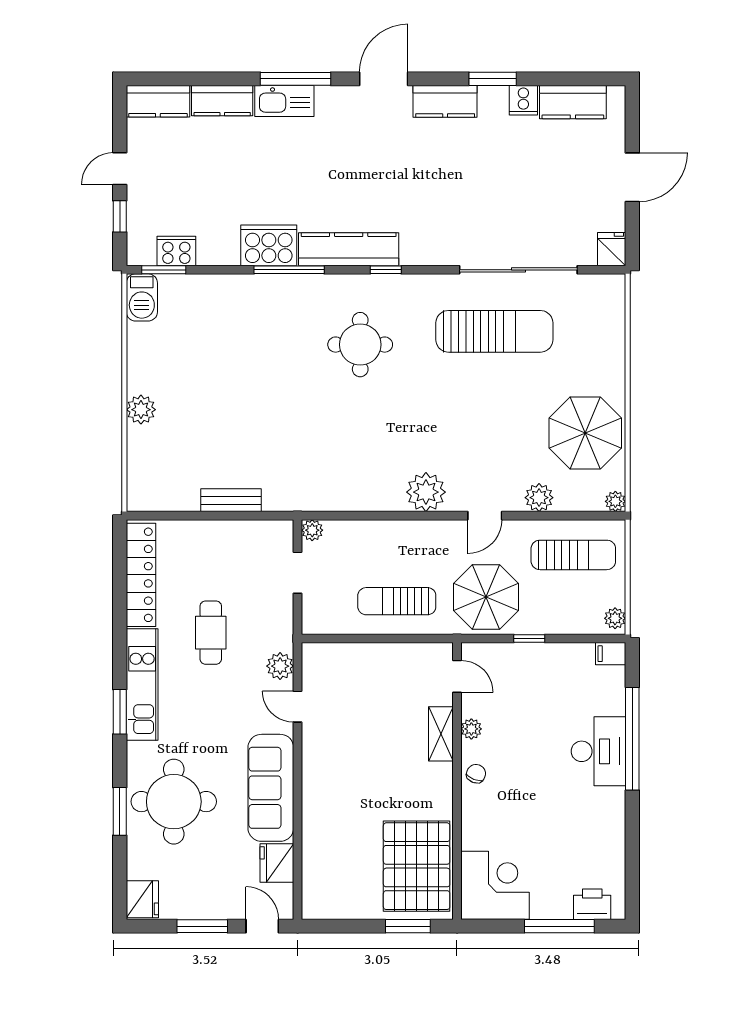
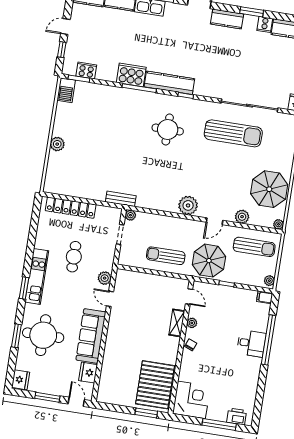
bench: (231, 500) -> (121, 199), moved
locker: (141, 575) -> (71, 208), moved, turned 90
desk: (598, 751) -> (251, 343), width x0.73

